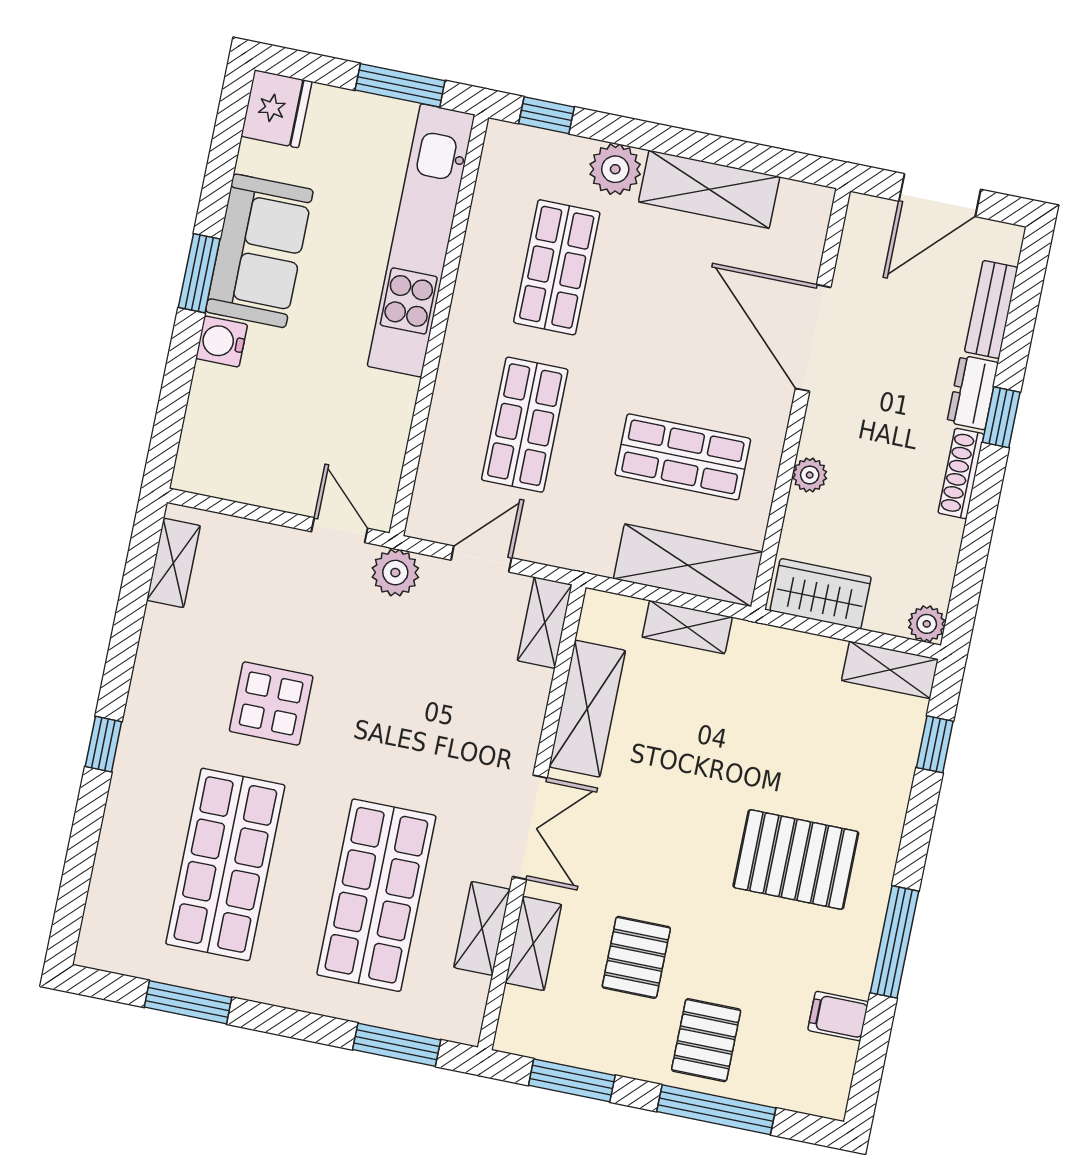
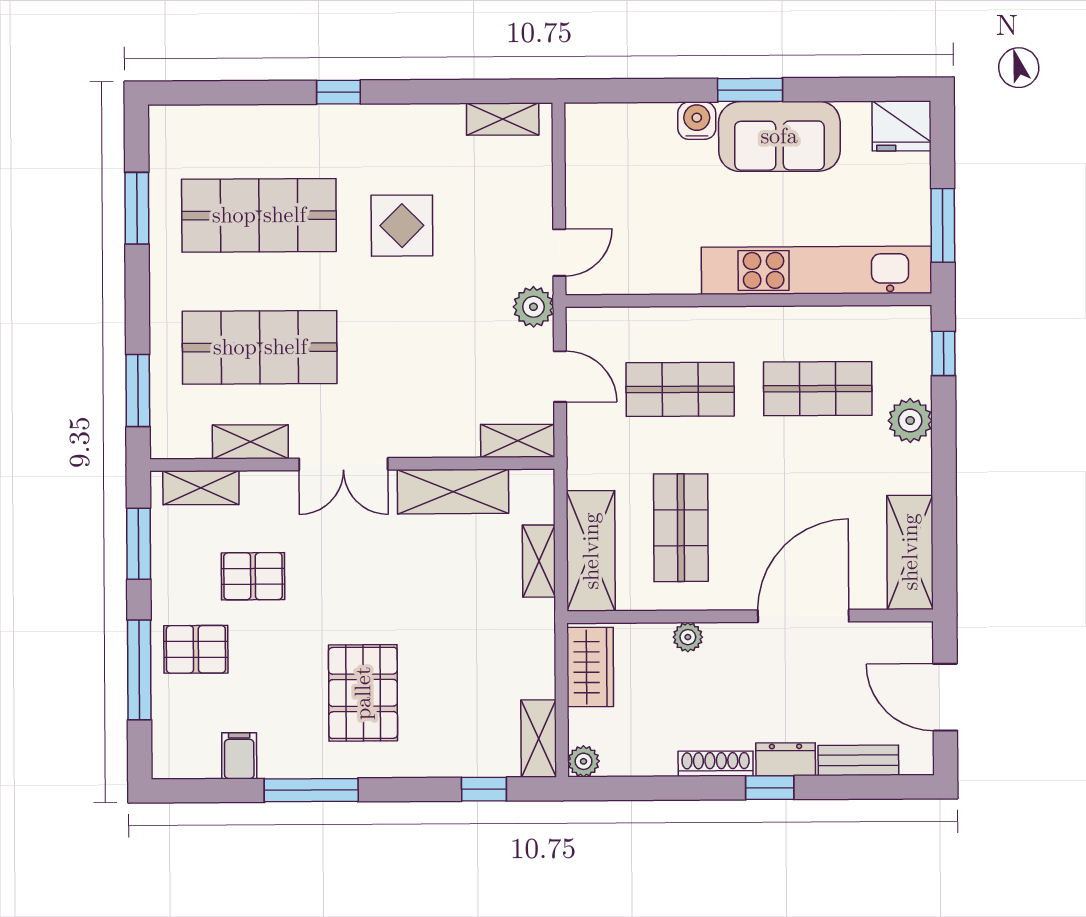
shelving: (709, 189) -> (910, 552), moved
shelving: (533, 943) -> (201, 488), moved

